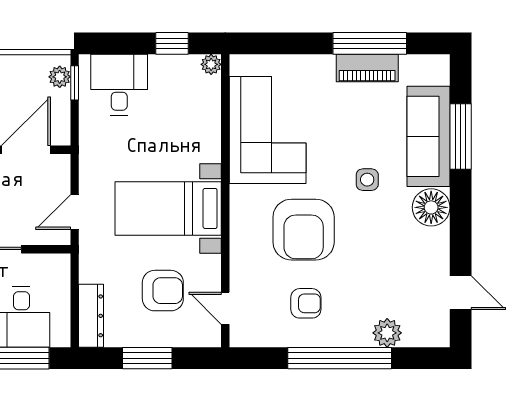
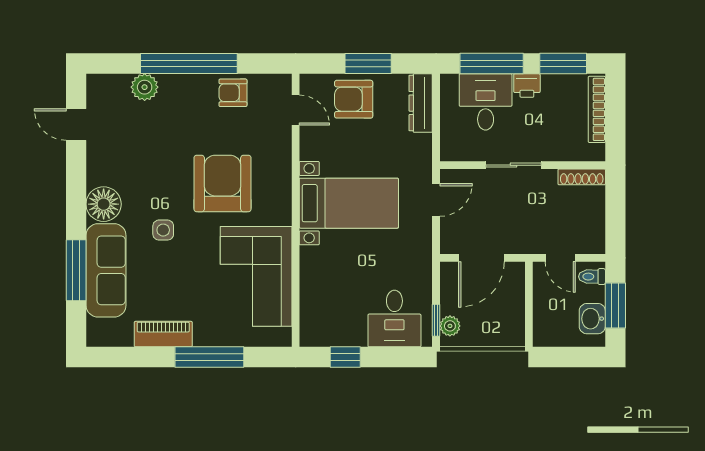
window: (370, 43) -> (209, 357), moved
plant: (211, 64) -> (309, 337), removed
armchair: (163, 291) -> (354, 99), moved
armchair: (306, 303) -> (233, 93), moved

